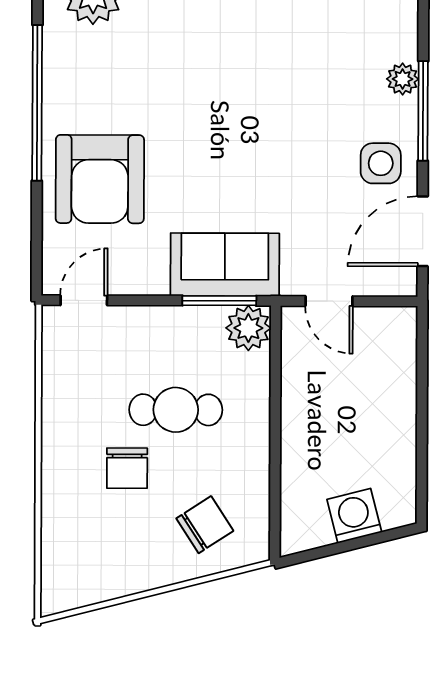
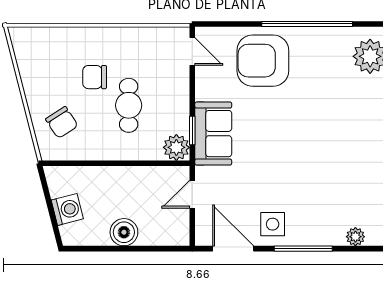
plant: (403, 79) -> (355, 237), moved
window: (219, 301) -> (192, 130), width x0.67
boiler: (394, 419) -> (124, 232), added

